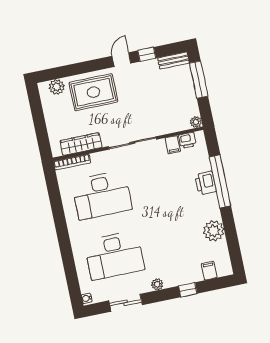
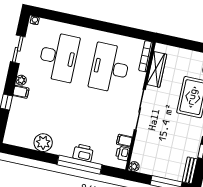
desk: (114, 255) -> (59, 57), turned 180
filing cabinet: (209, 271) -> (21, 92), moved

